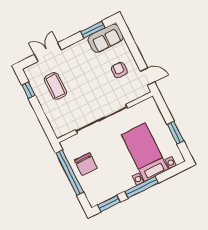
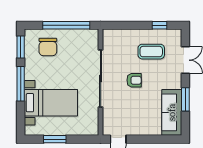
window: (93, 30) -> (185, 99), moved
sofa: (106, 38) -> (172, 112), width x1.36
armchair: (119, 70) -> (134, 80), moved
chair: (86, 164) -> (48, 47), moved, turned -90

